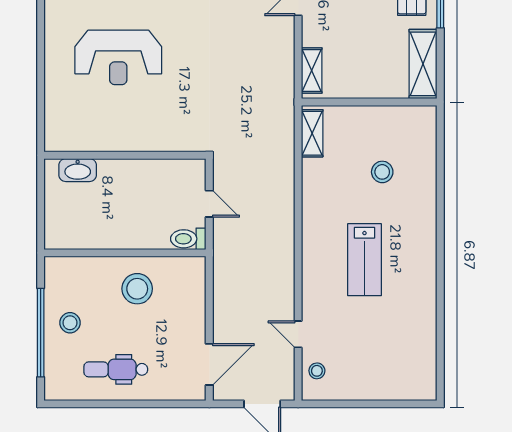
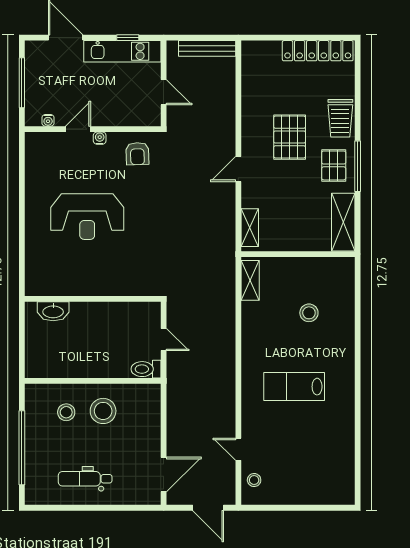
lab bench: (364, 260) -> (294, 387), turned 90
stool: (70, 323) -> (66, 412), moved

